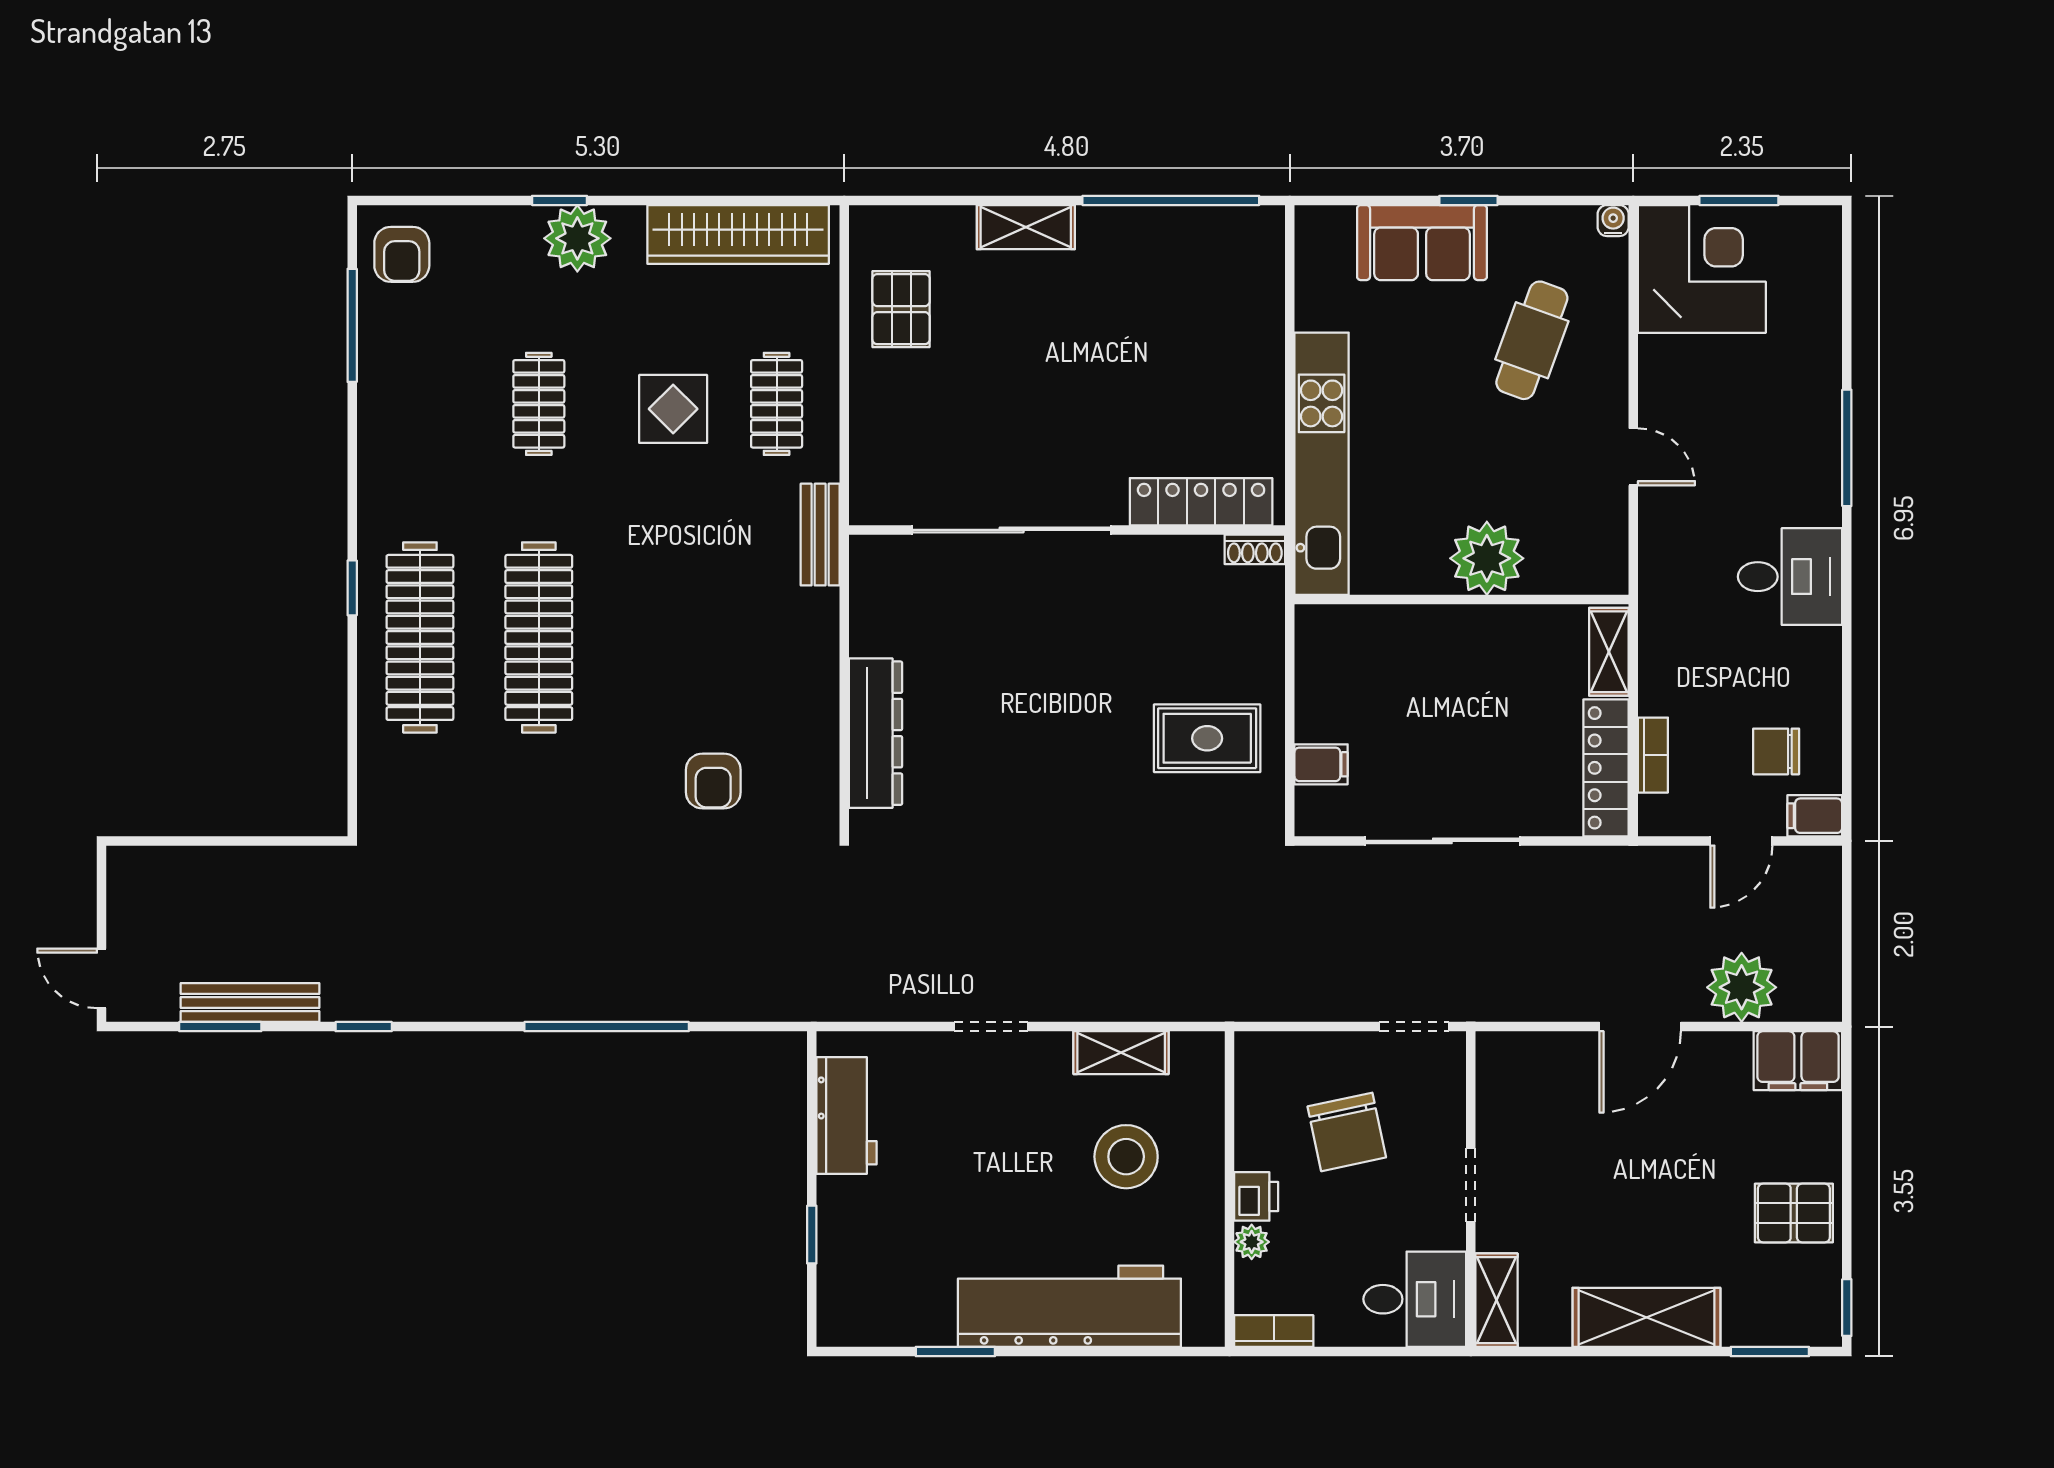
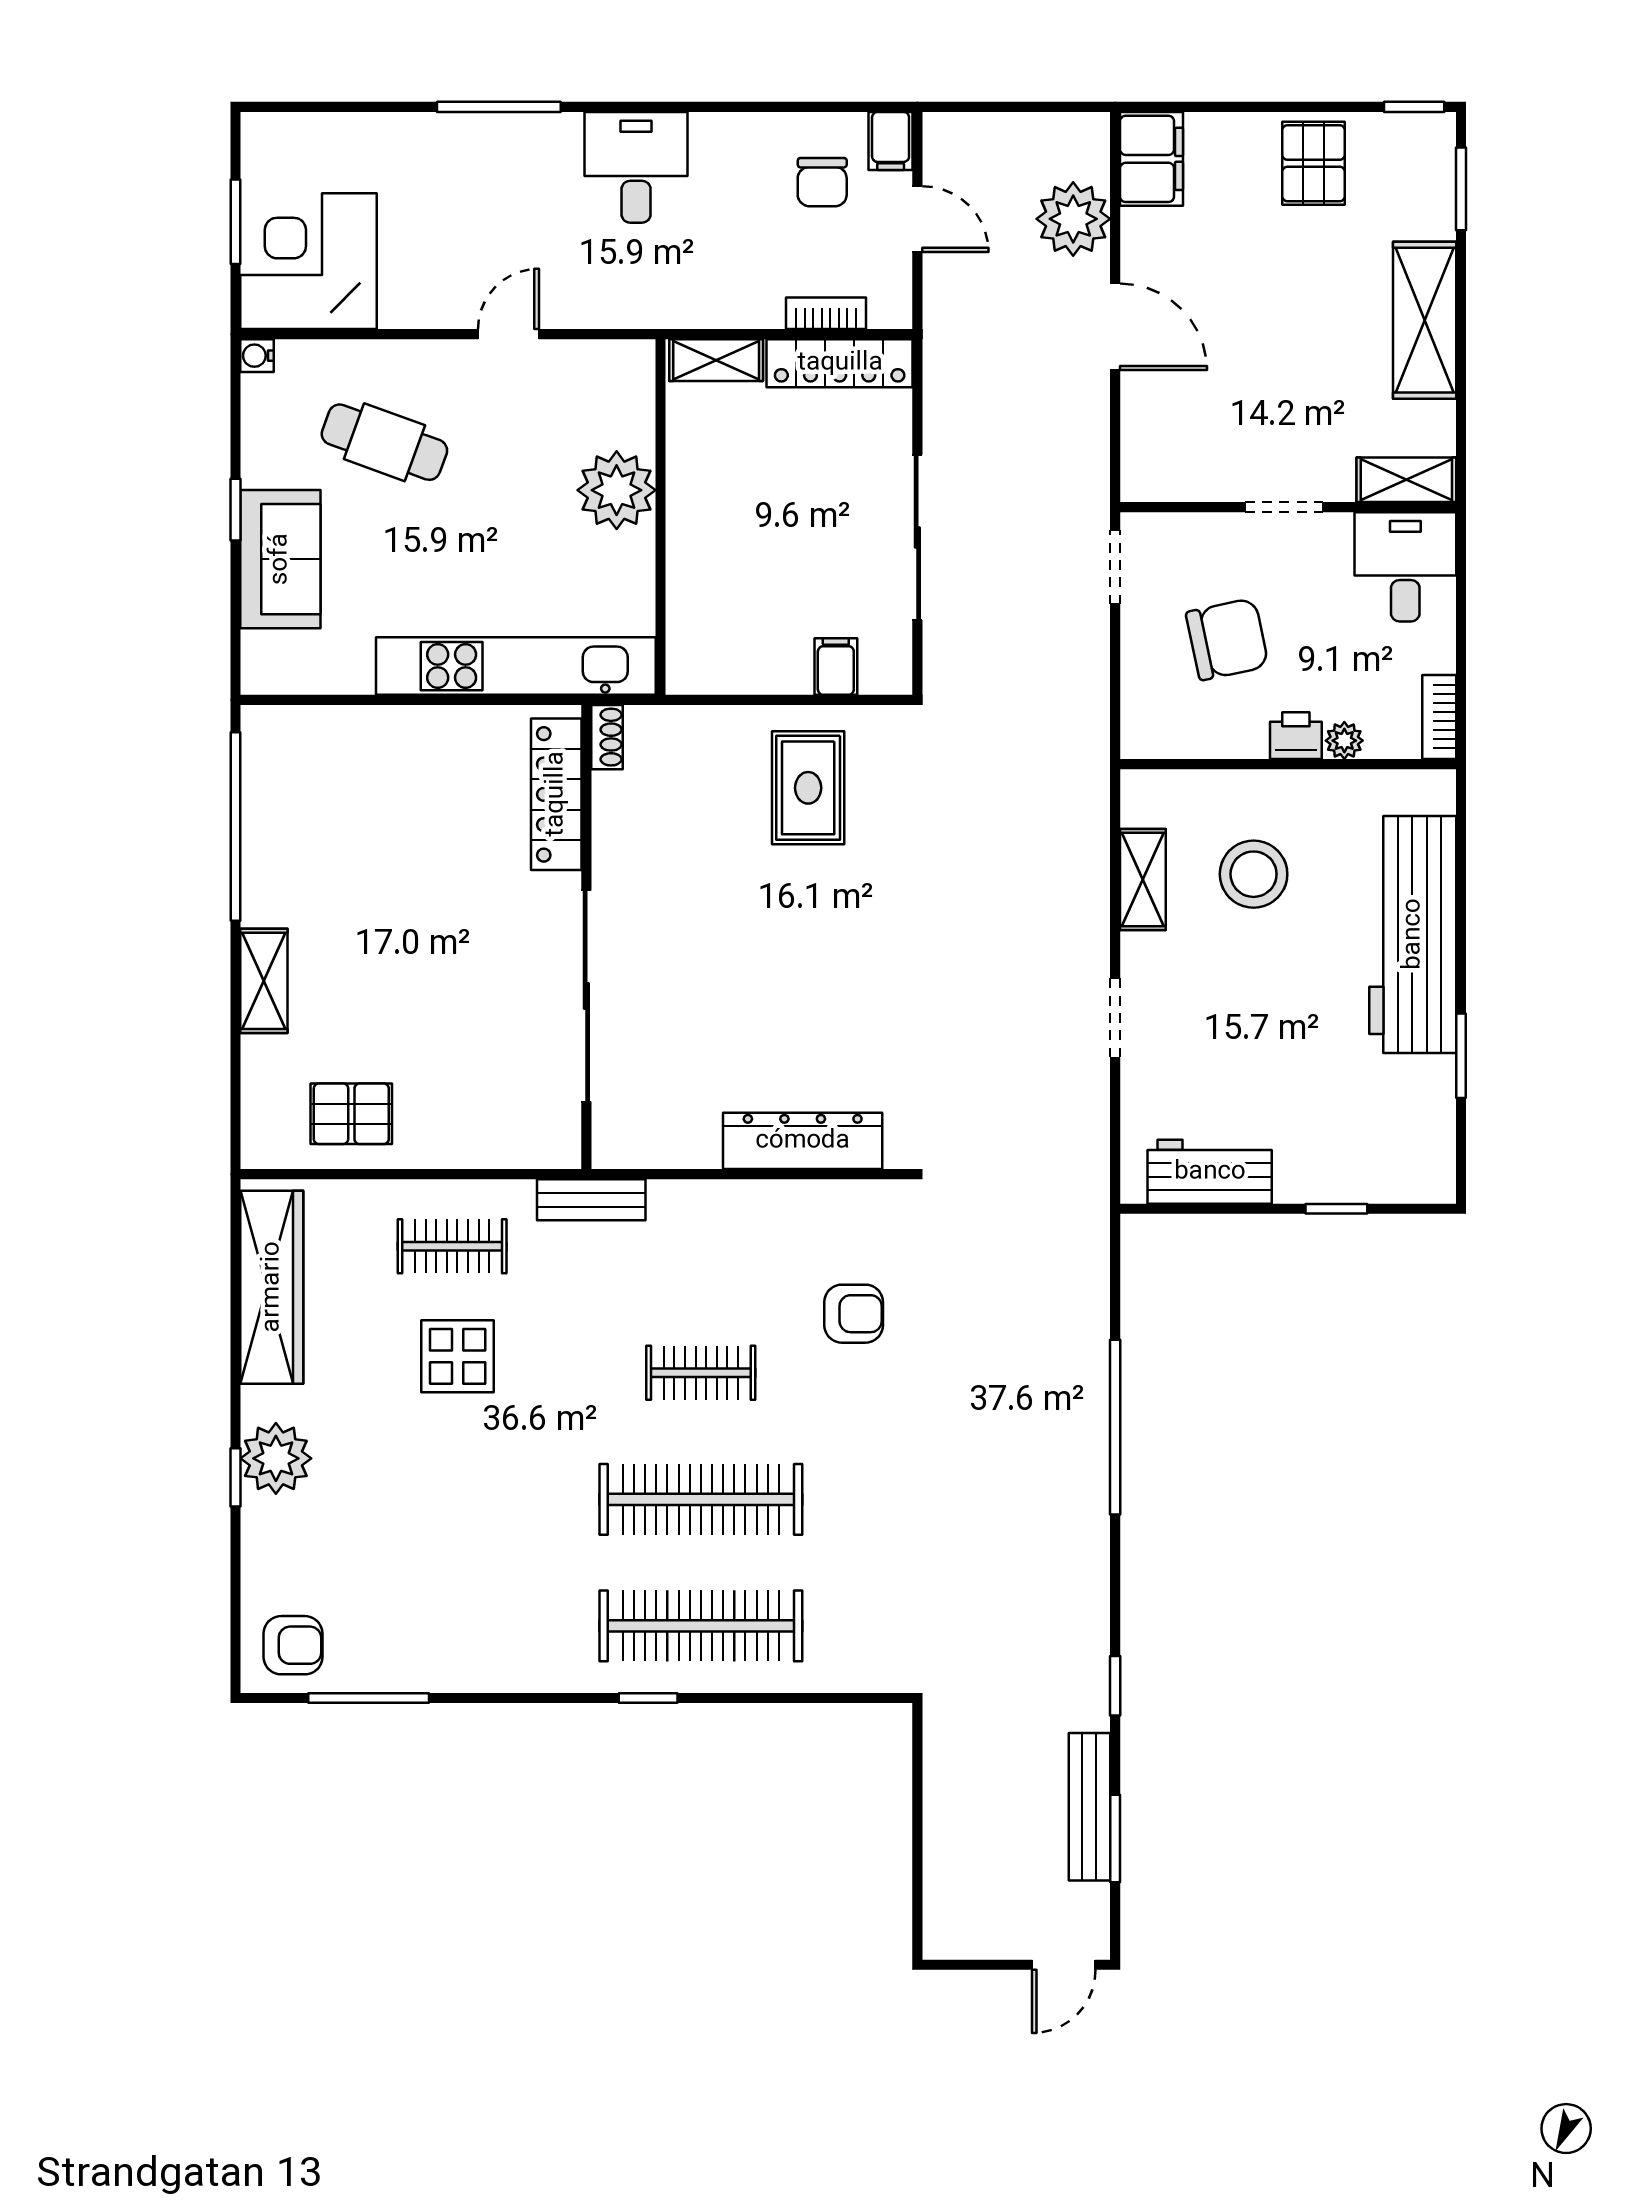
clothes rail: (539, 404) -> (701, 1373), moved

